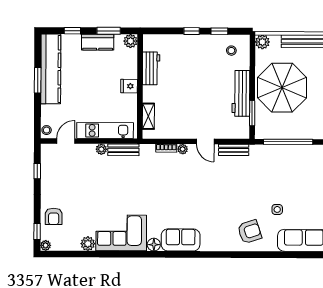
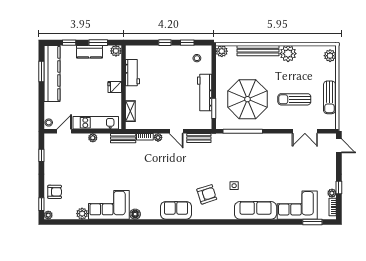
window: (38, 80) -> (41, 72), moved
parasol: (282, 88) -> (247, 99), moved
bench: (123, 150) -> (123, 138), moved
armchair: (54, 216) -> (55, 192), turned -90
armchair: (250, 232) -> (207, 194), moved
sofa: (181, 240) -> (176, 210), moved

